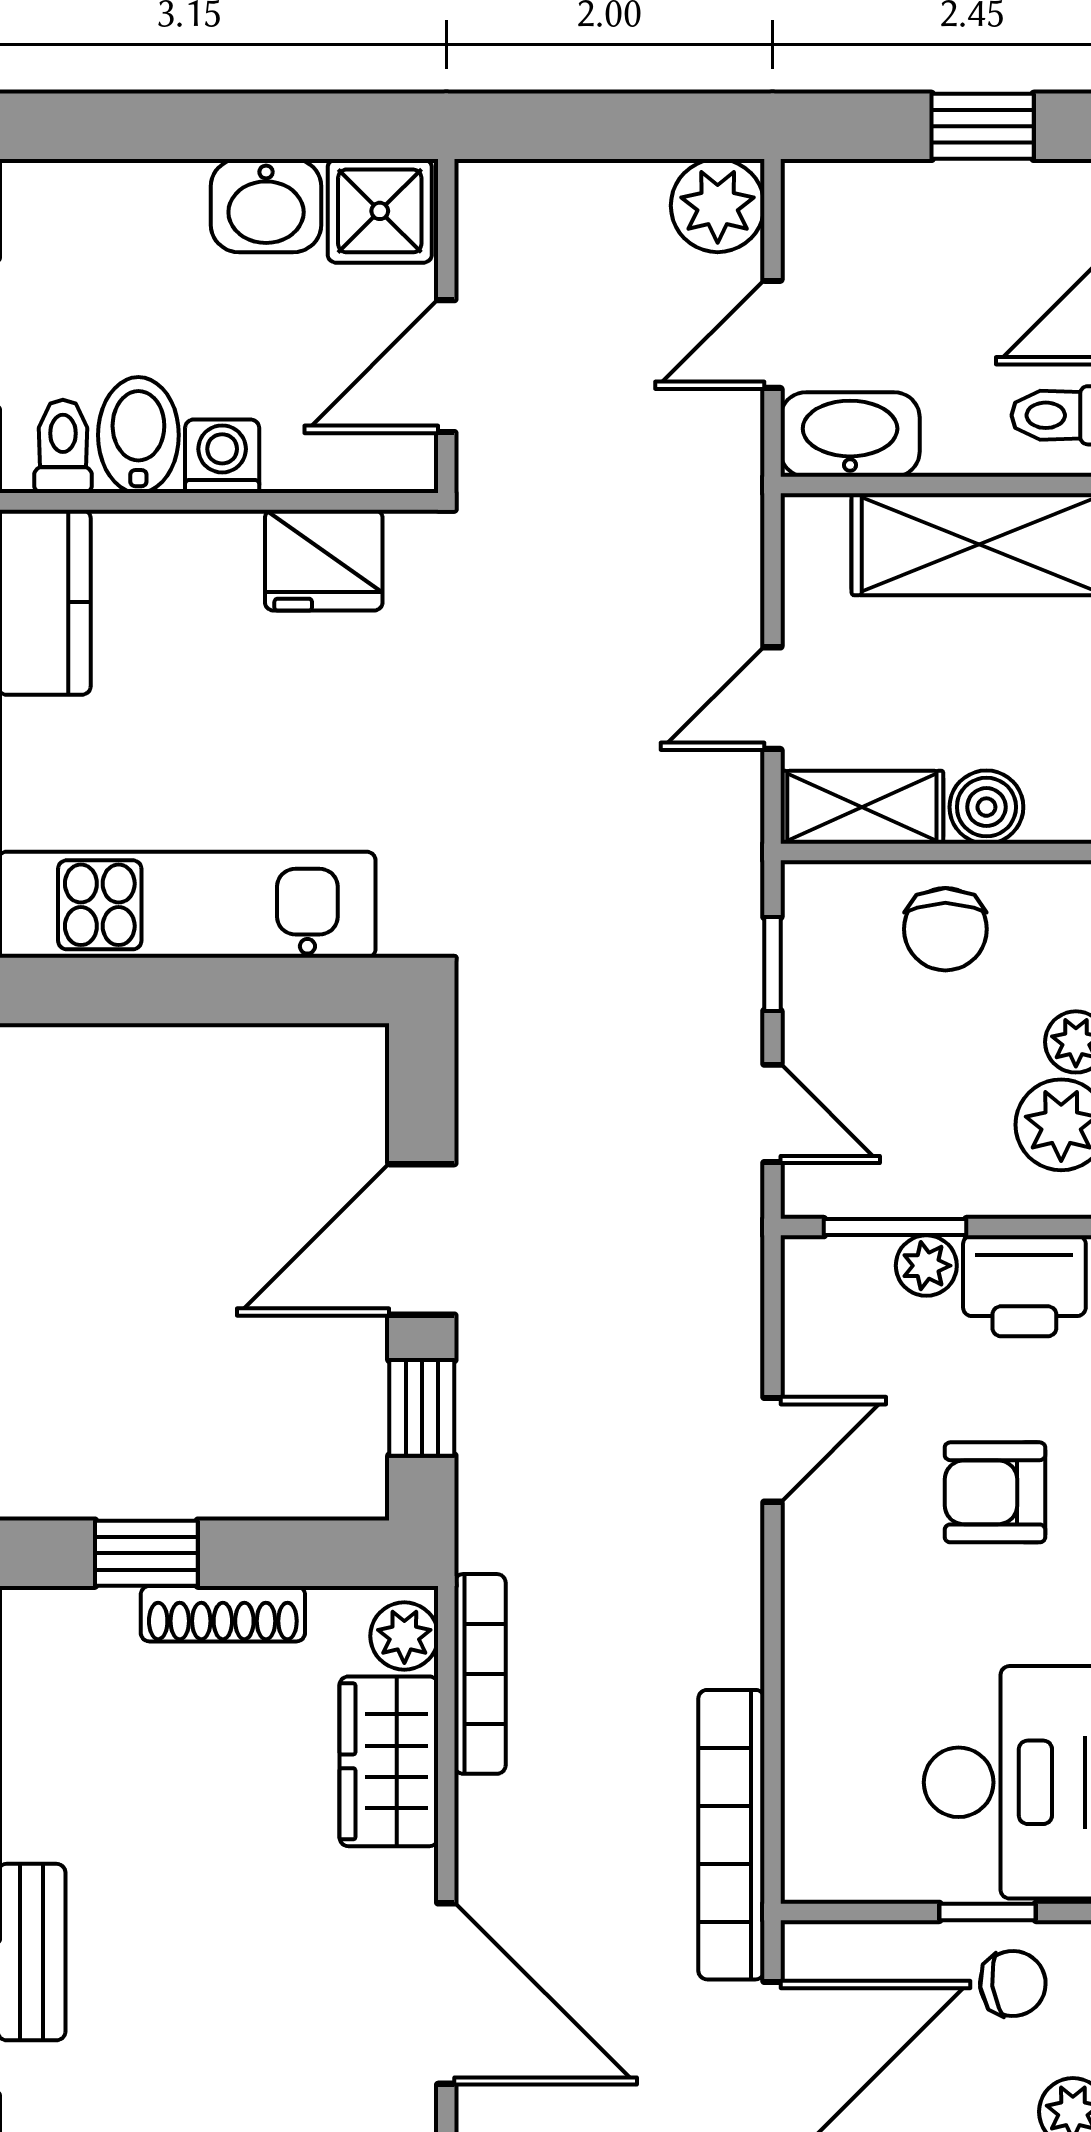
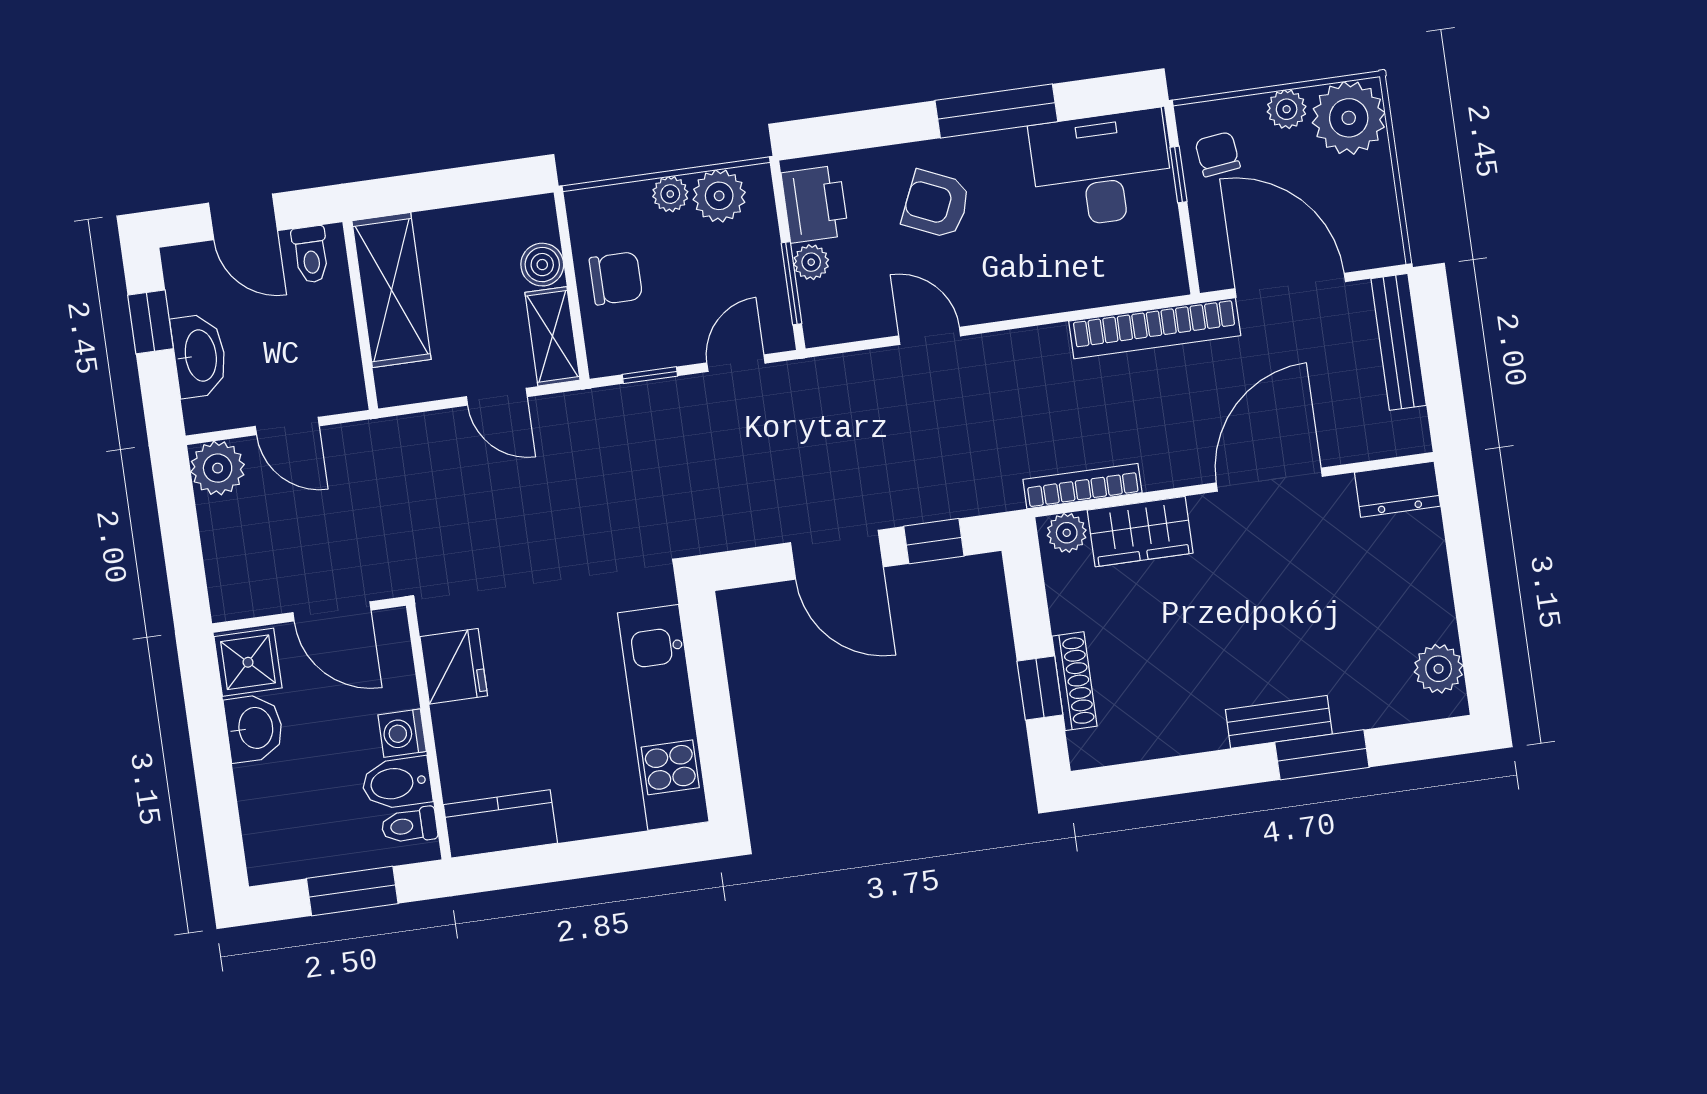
washbasin: (850, 434) -> (199, 356), moved, turned 180
armchair: (995, 1492) -> (936, 204), turned 114
shoe rack: (223, 1614) -> (1074, 681), moved

